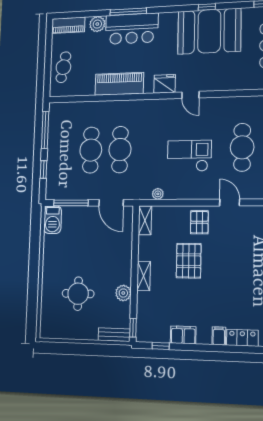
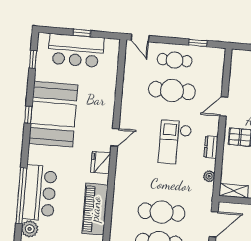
window: (128, 12) -> (21, 196), width x1.46
dresser: (187, 193) -> (211, 147), added

